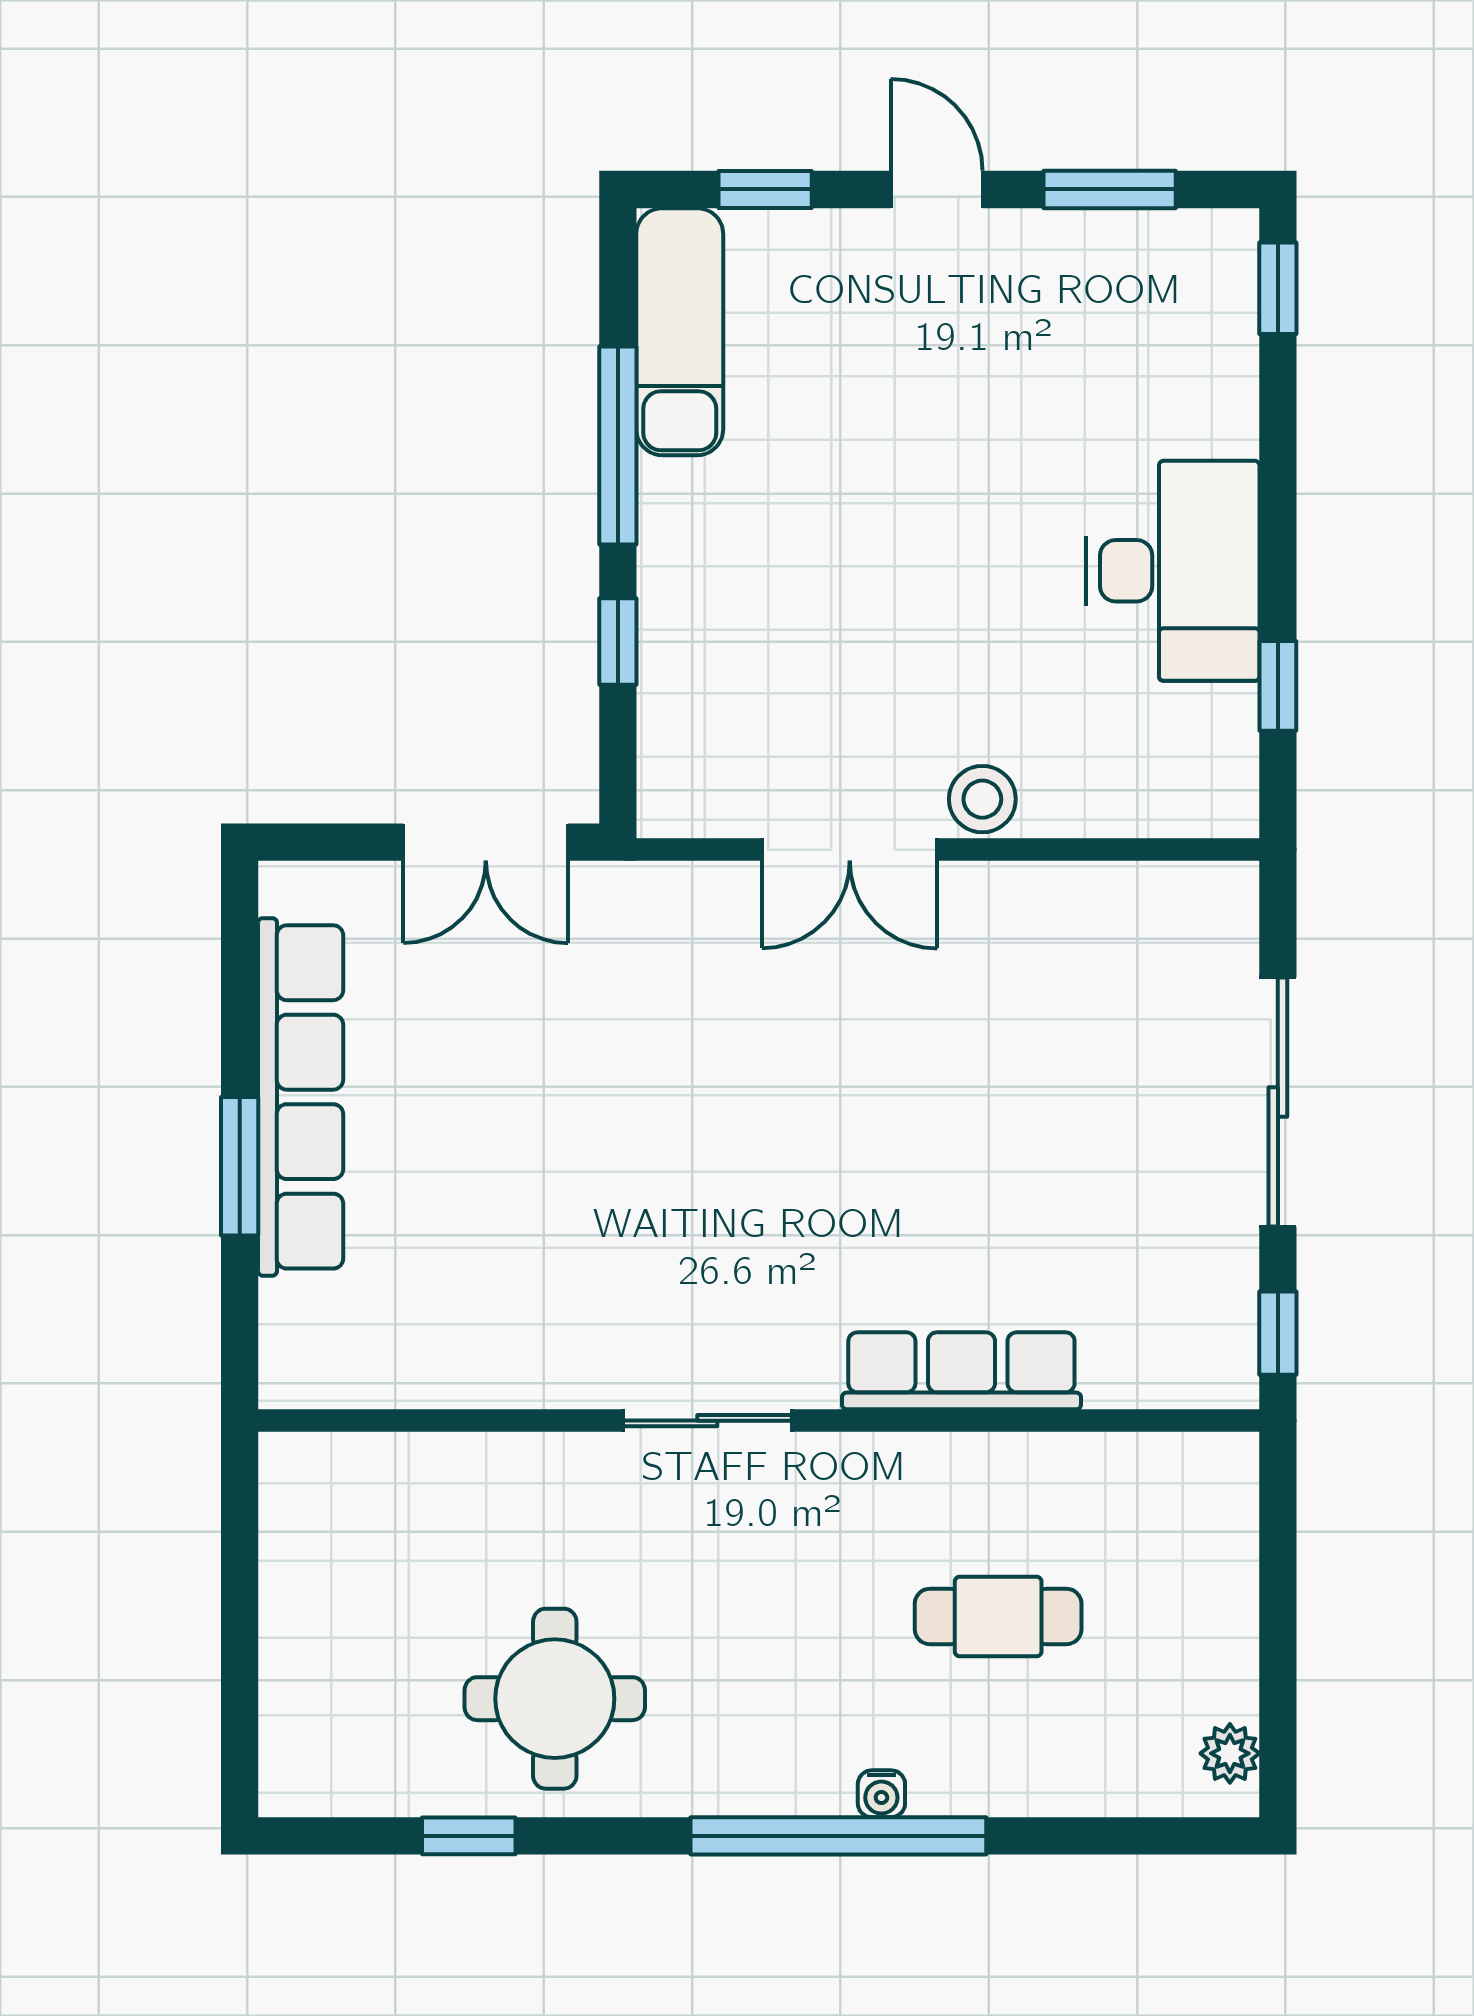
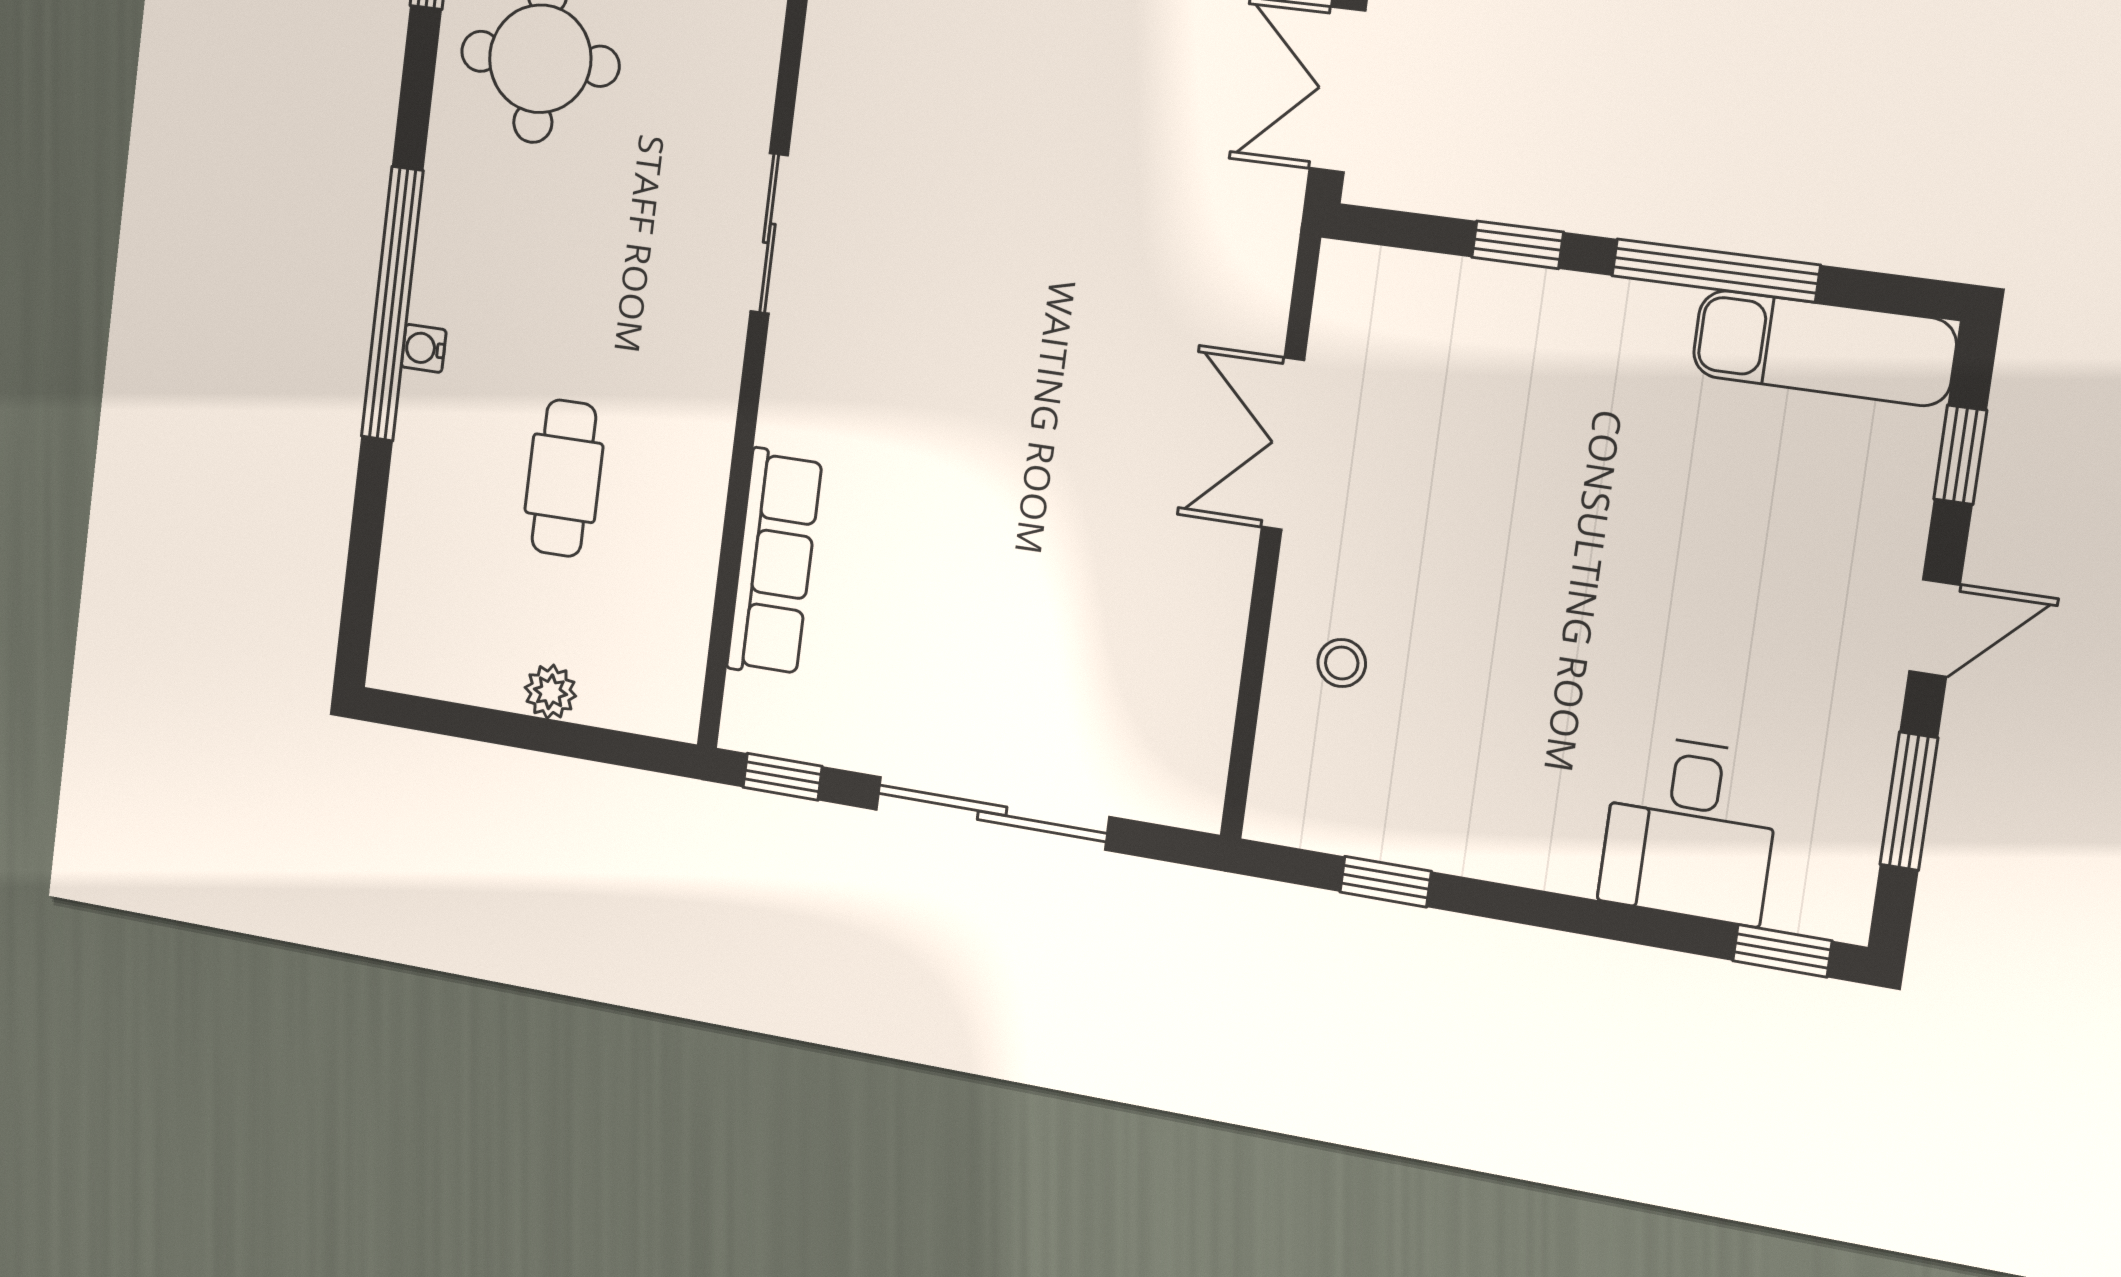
desk: (1173, 571) -> (1690, 829), moved, width x0.73
stool: (982, 799) -> (1342, 663), moved, width x0.73, depth x0.73
row of seats: (961, 1371) -> (774, 563), moved
plant: (1230, 1753) -> (550, 692), moved

